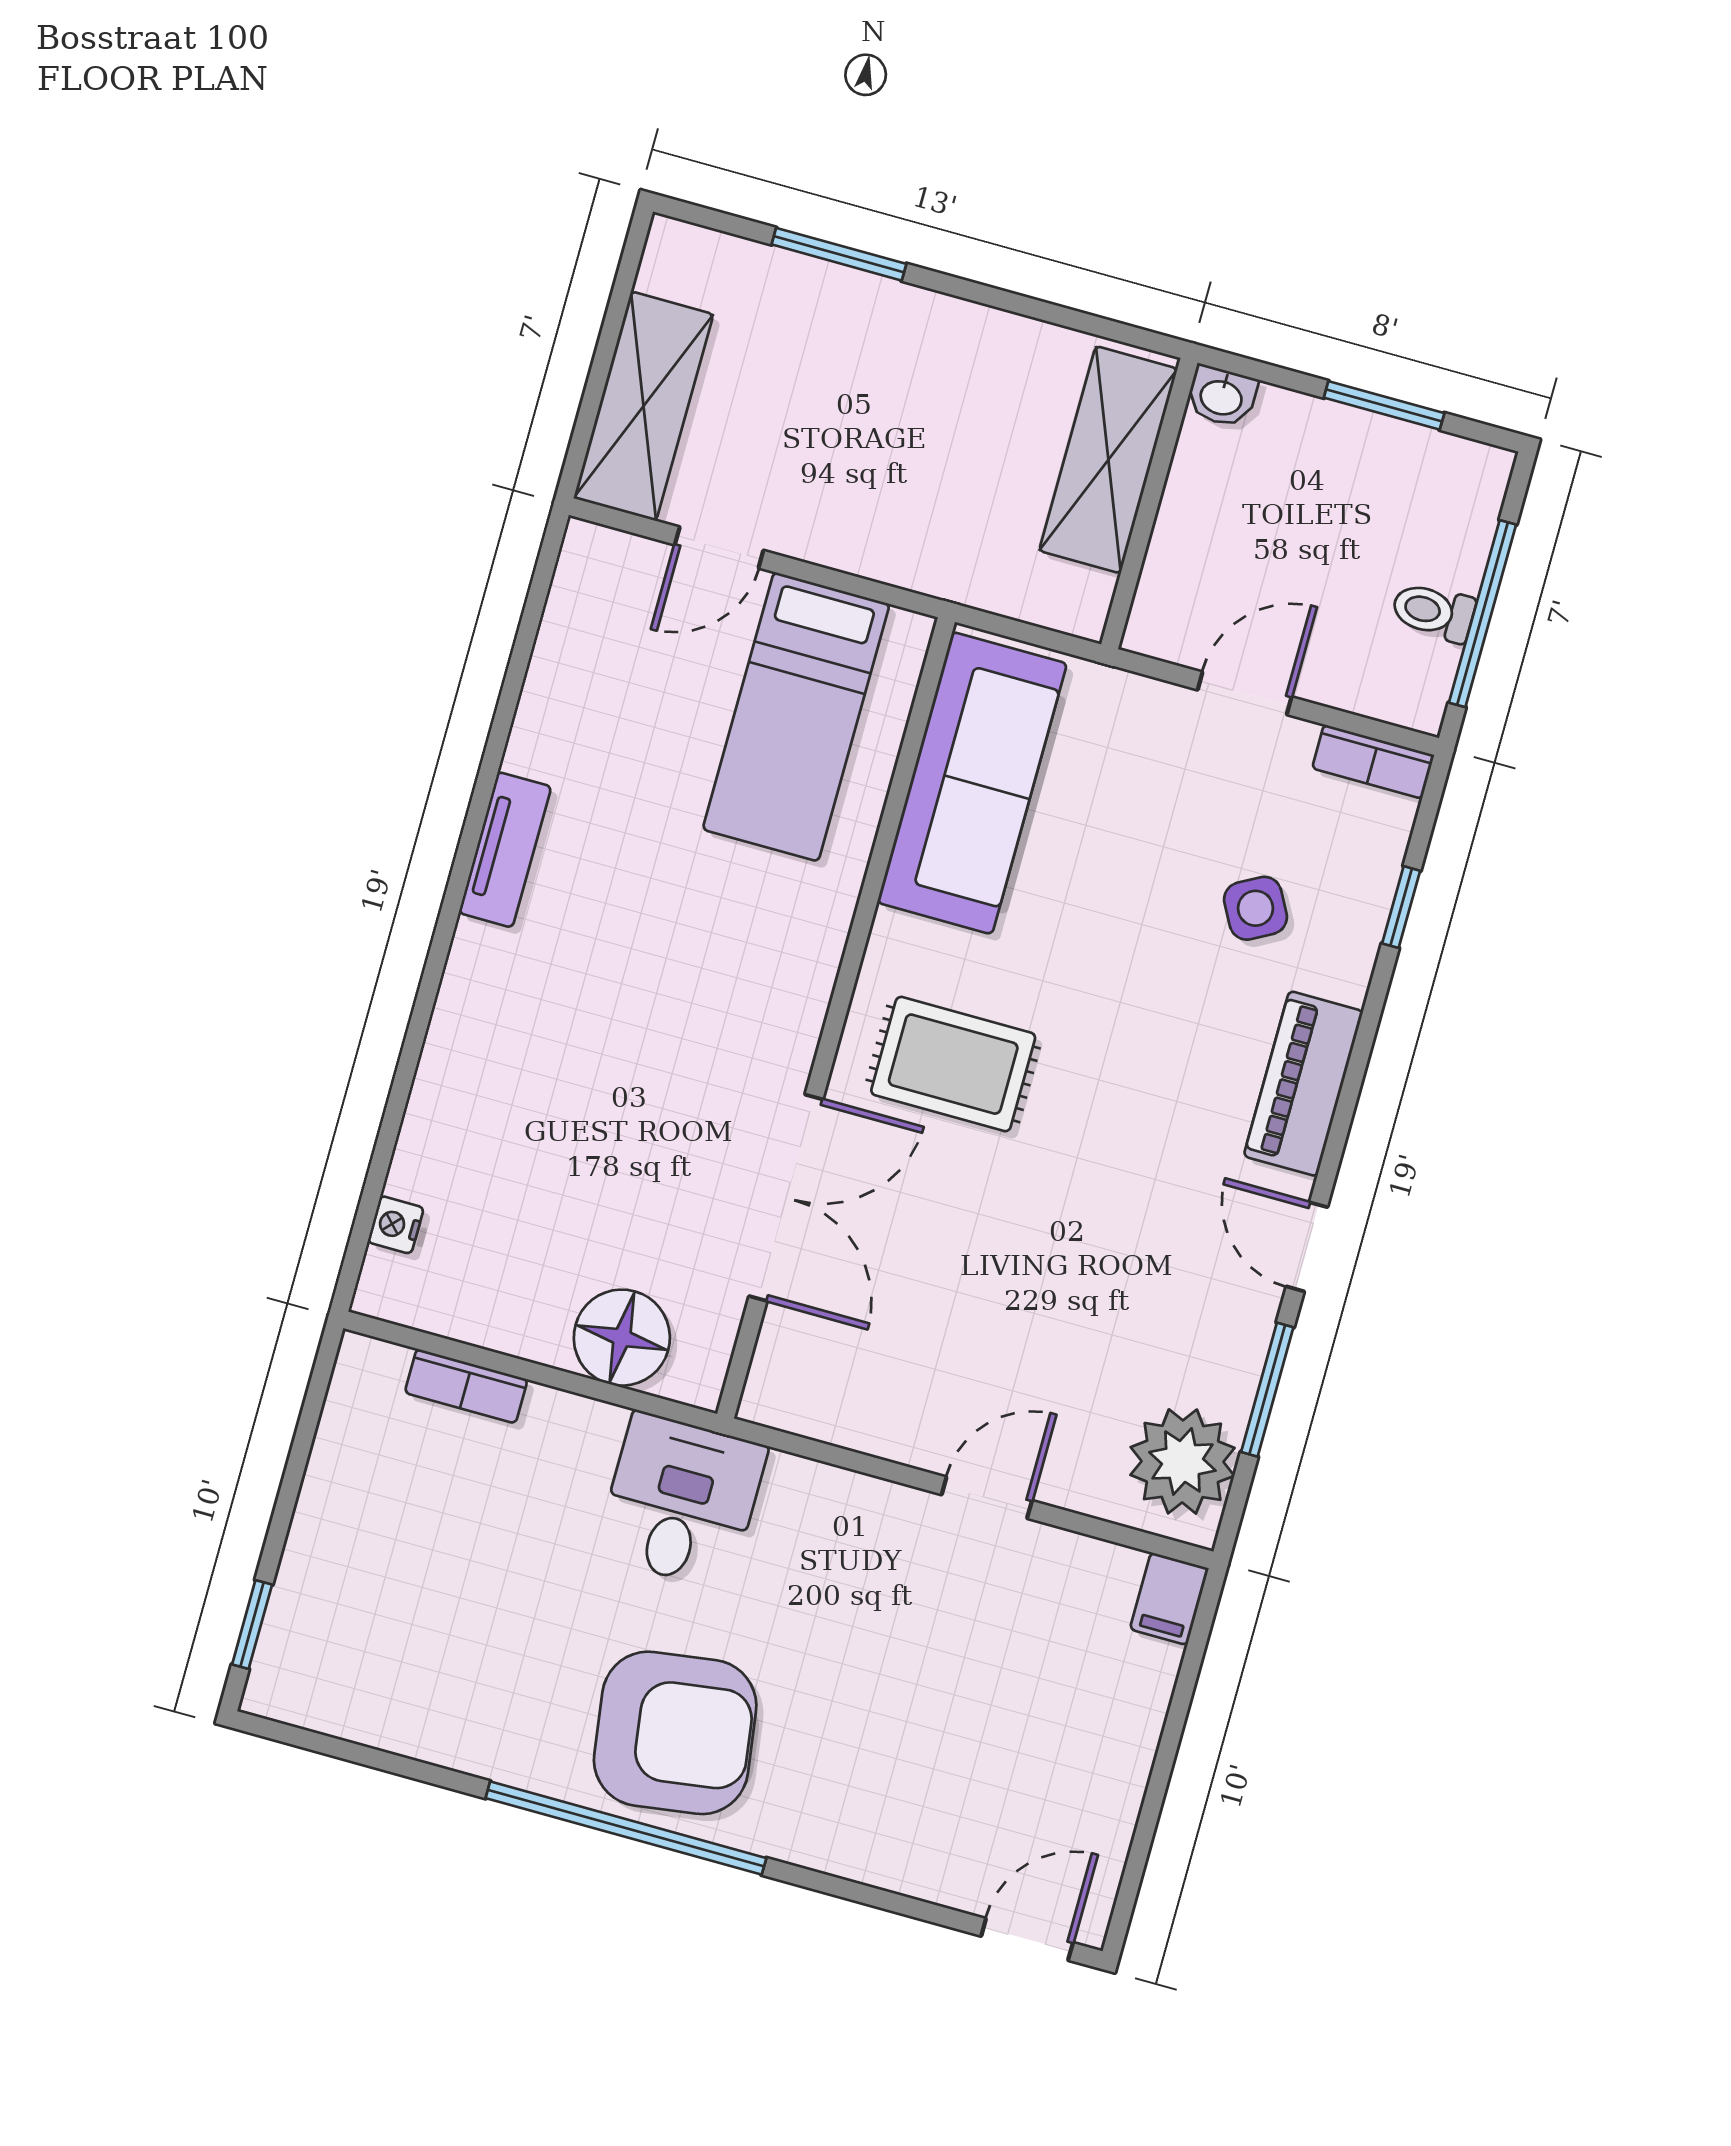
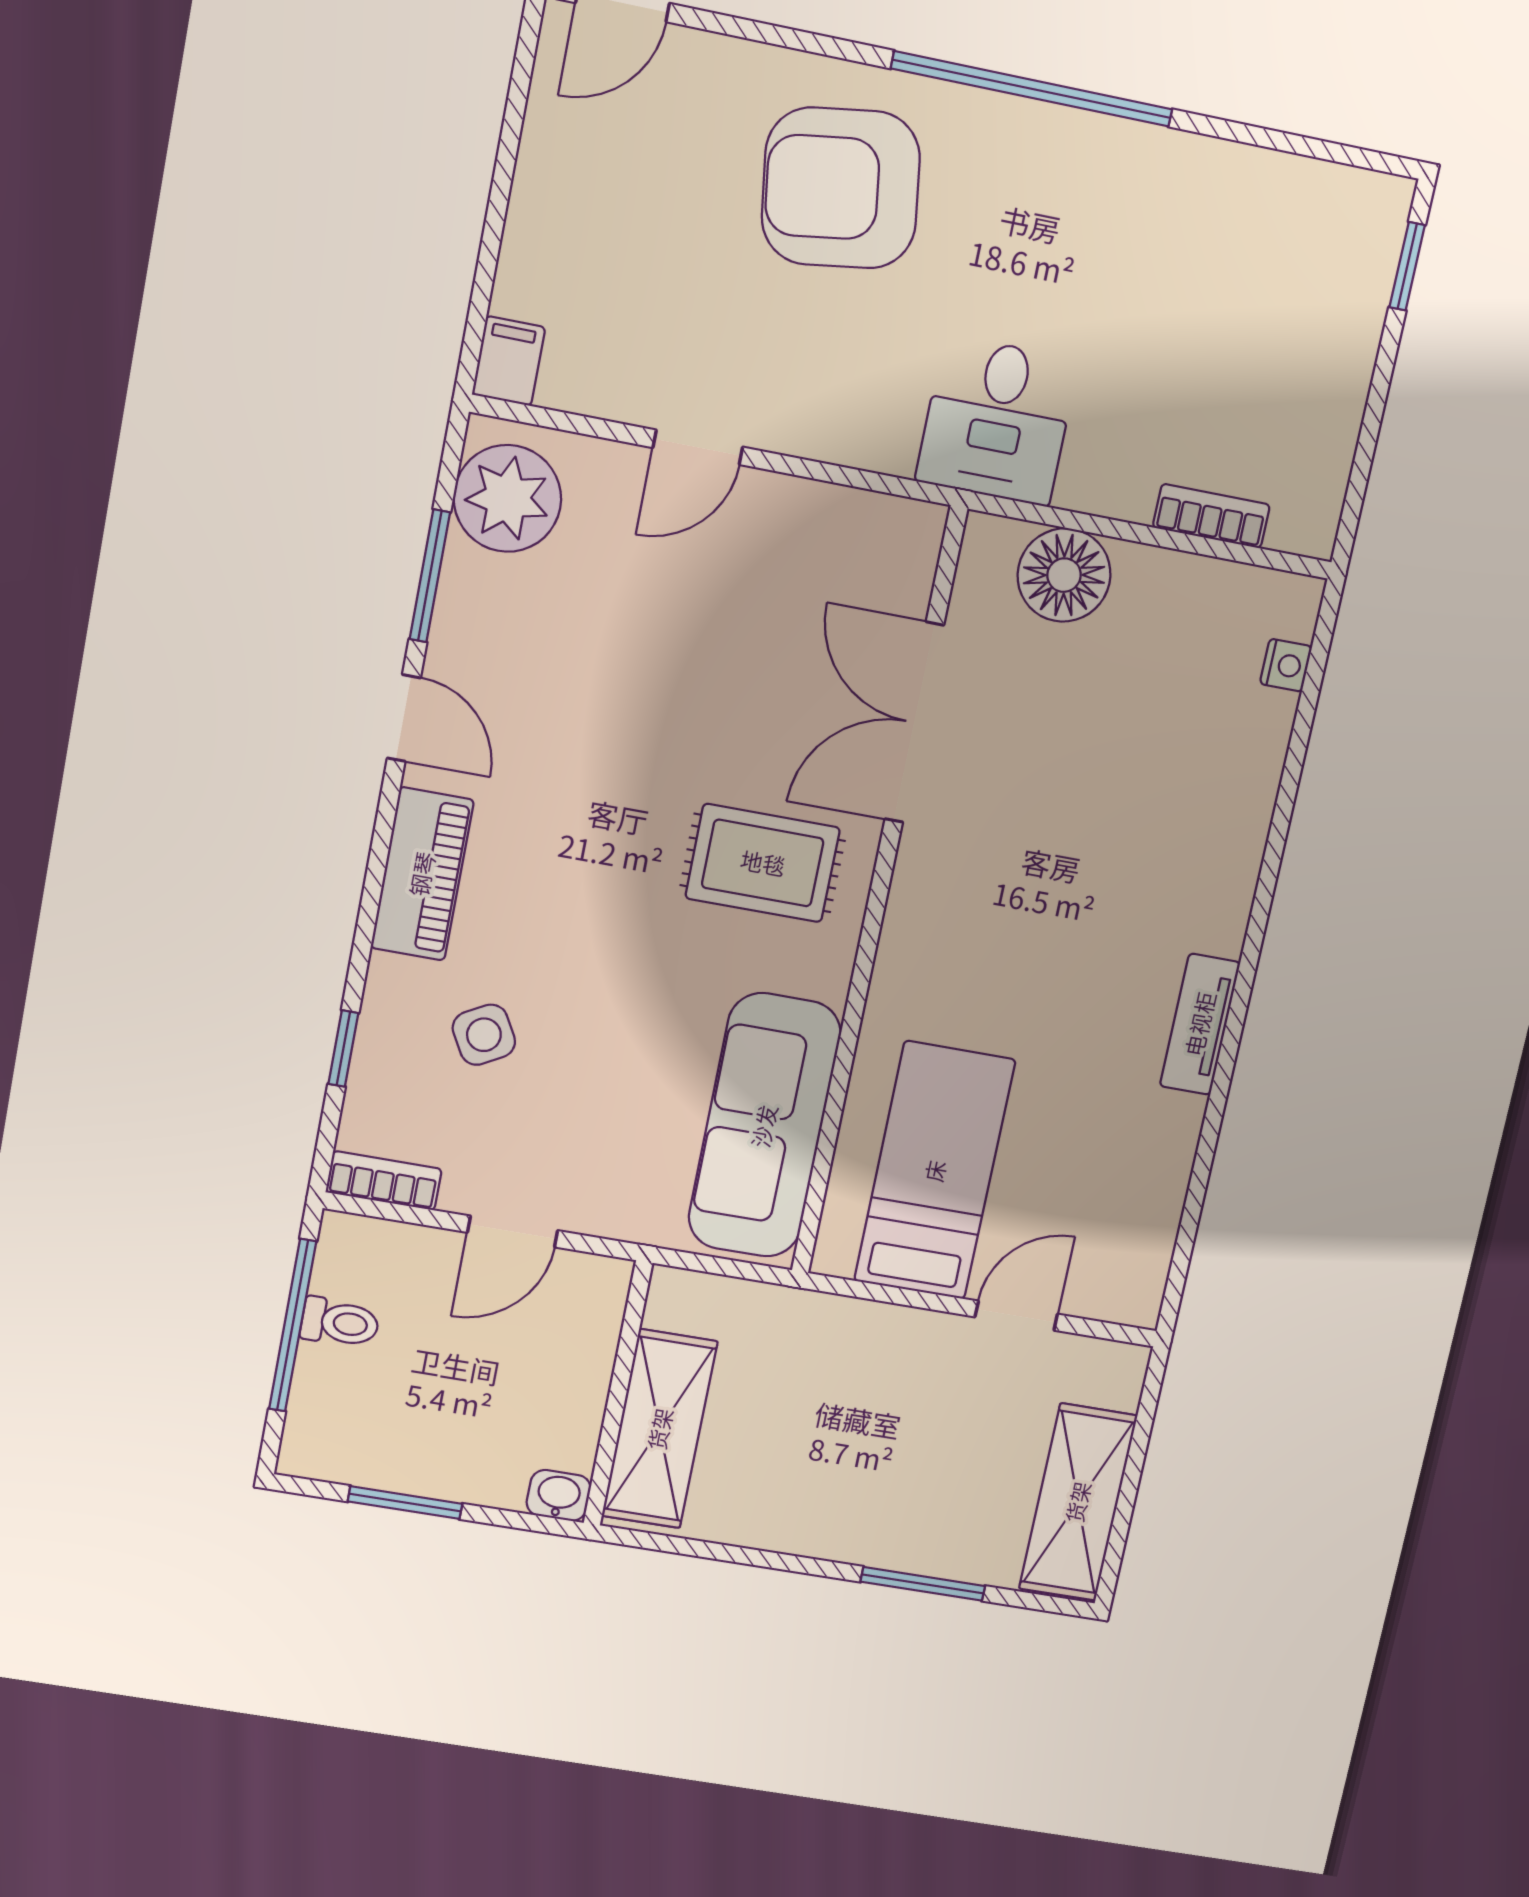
shelving: (643, 406) -> (1078, 1502), moved
armchair: (675, 1733) -> (841, 188), moved

